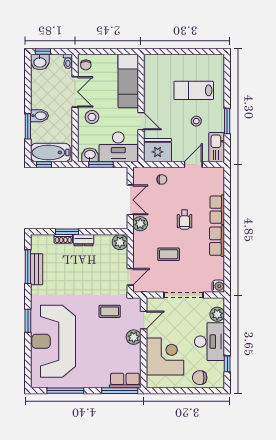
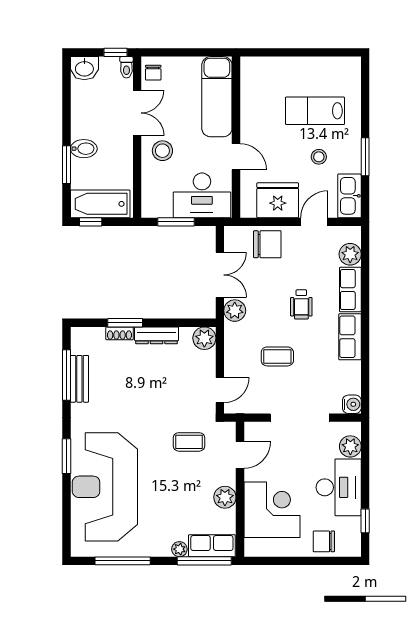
window: (43, 51) -> (115, 52), moved
fridge: (158, 150) -> (278, 200), moved
washbasin: (90, 155) -> (159, 207), removed
chair: (162, 179) -> (267, 244), width x1.87, depth x1.87
plant: (217, 186) -> (350, 254), added
dresser: (84, 240) -> (157, 335), width x1.44
plant: (134, 337) -> (225, 497), moved
plant: (103, 383) -> (179, 549), added

